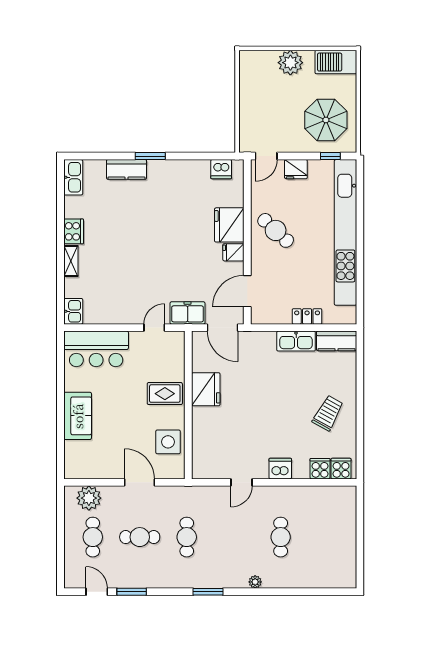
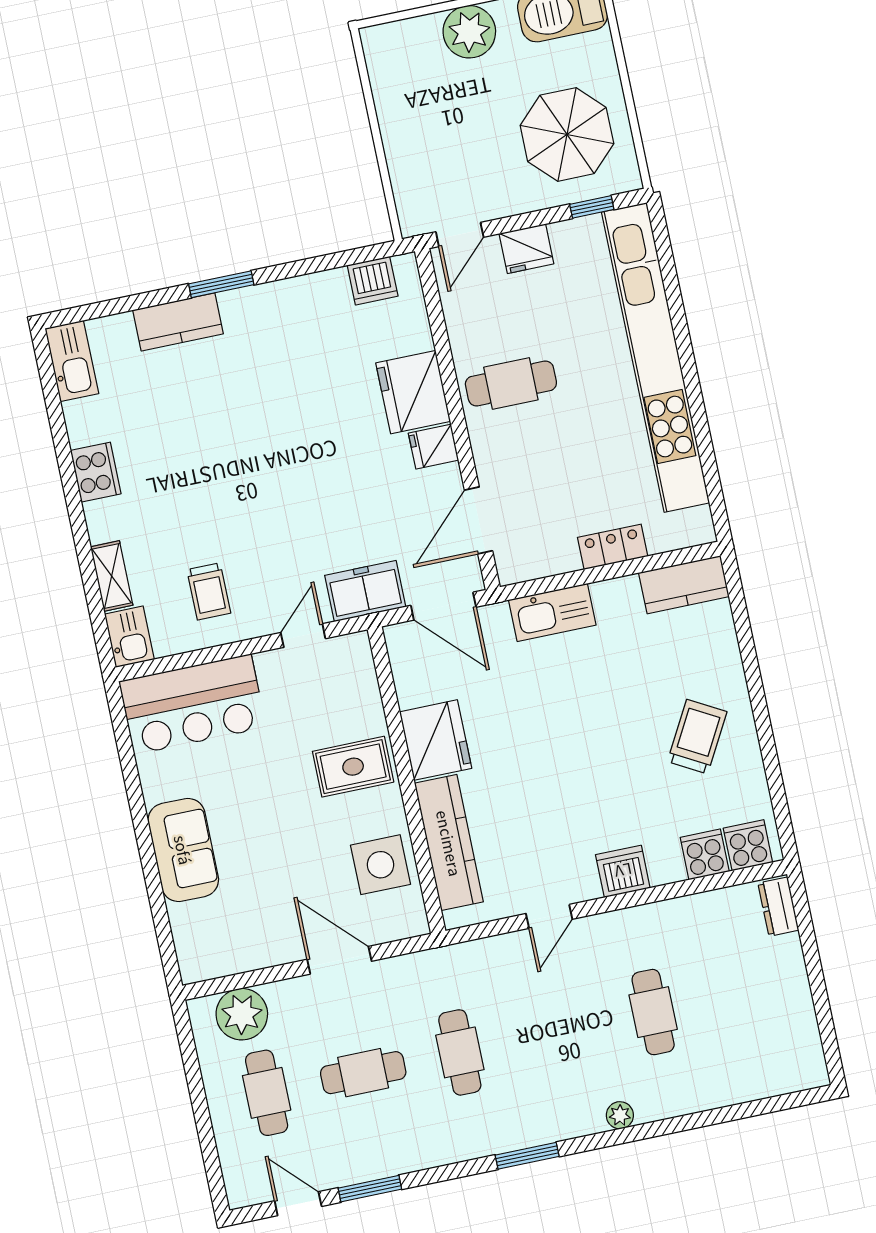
cafe table: (276, 230) -> (511, 384), turned -43
shelving: (71, 261) -> (112, 576), moved
trolley: (115, 298) -> (209, 591), added
kitchen sink: (296, 341) -> (552, 612), moved
kitchen counter: (202, 438) -> (449, 843), added
dresser: (349, 500) -> (778, 907), added

